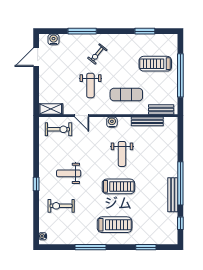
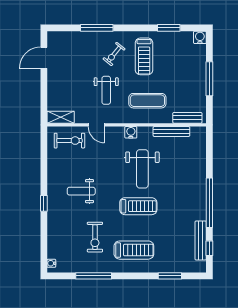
water cooler: (54, 39) -> (200, 37), moved
treadmill: (155, 64) -> (144, 56), moved, turned -90
window: (180, 75) -> (209, 79), width x0.68
weight bench: (122, 154) -> (142, 169), width x1.36, depth x1.33
bench: (173, 195) -> (201, 241), moved
exercise bike: (61, 206) -> (95, 237), moved, turned -90
window: (90, 247) -> (94, 276), moved

